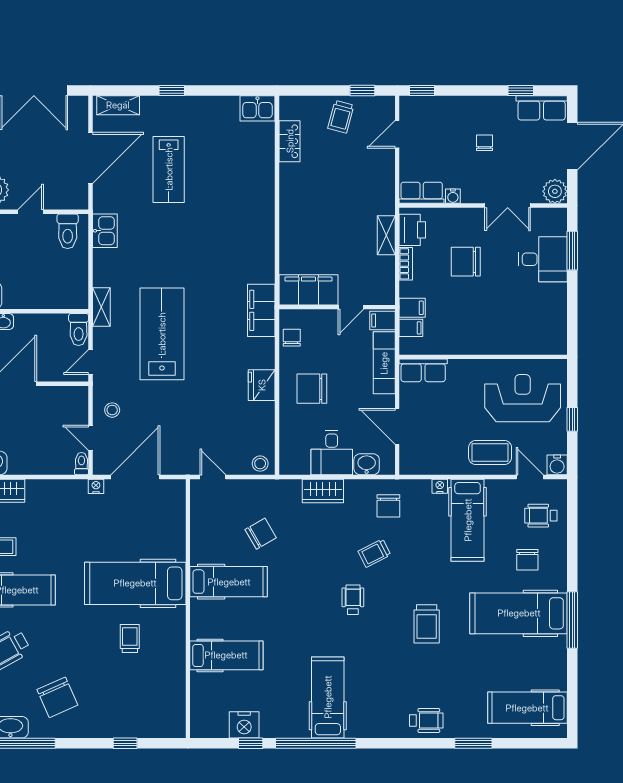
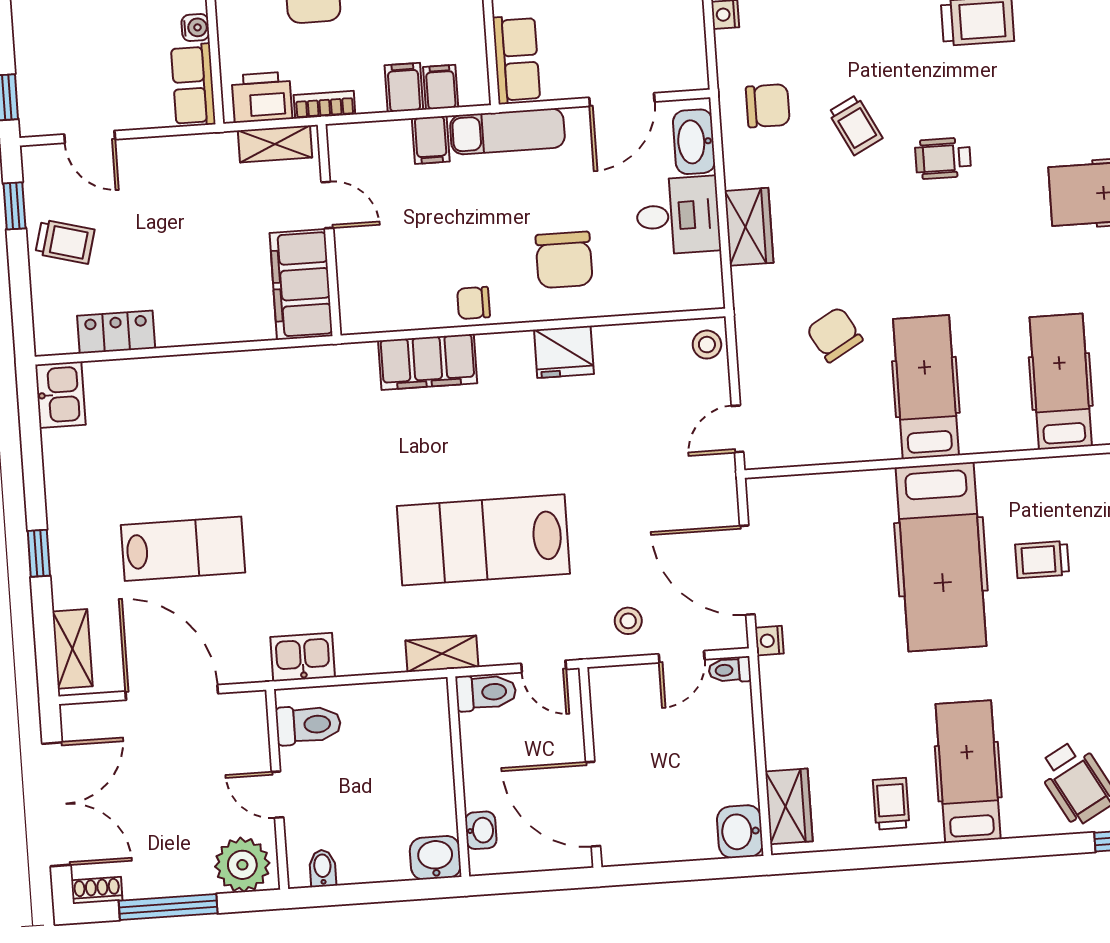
filing cabinet: (308, 290) -> (301, 284), moved
wall: (337, 307) -> (329, 230), moved
door: (351, 307) -> (327, 205), moved
washbasin: (367, 464) -> (694, 142), width x1.38

